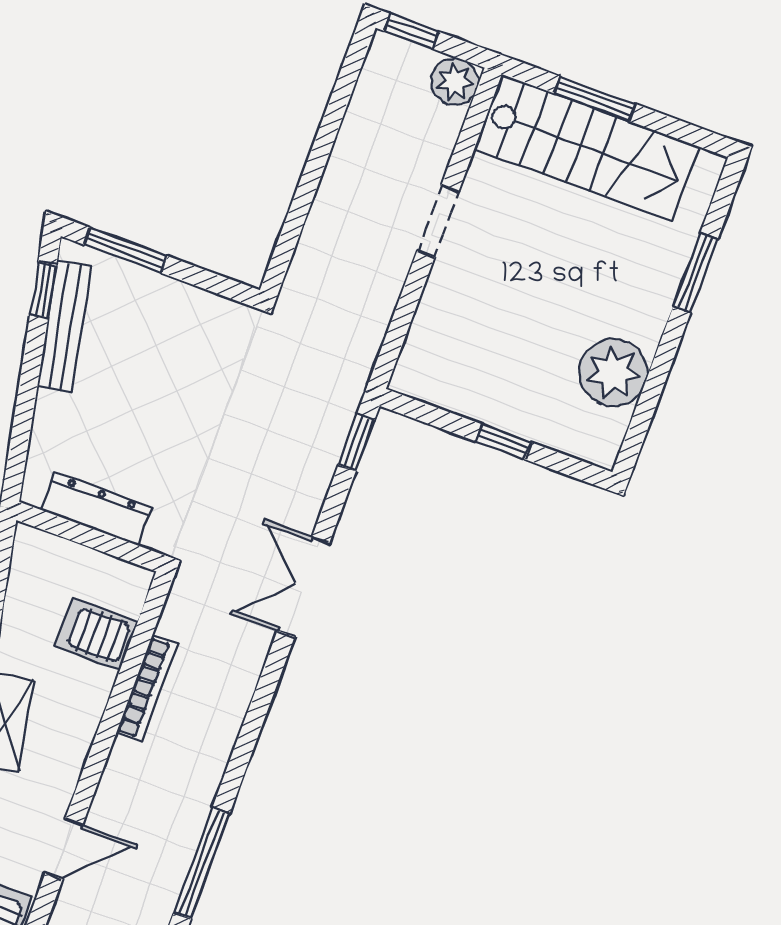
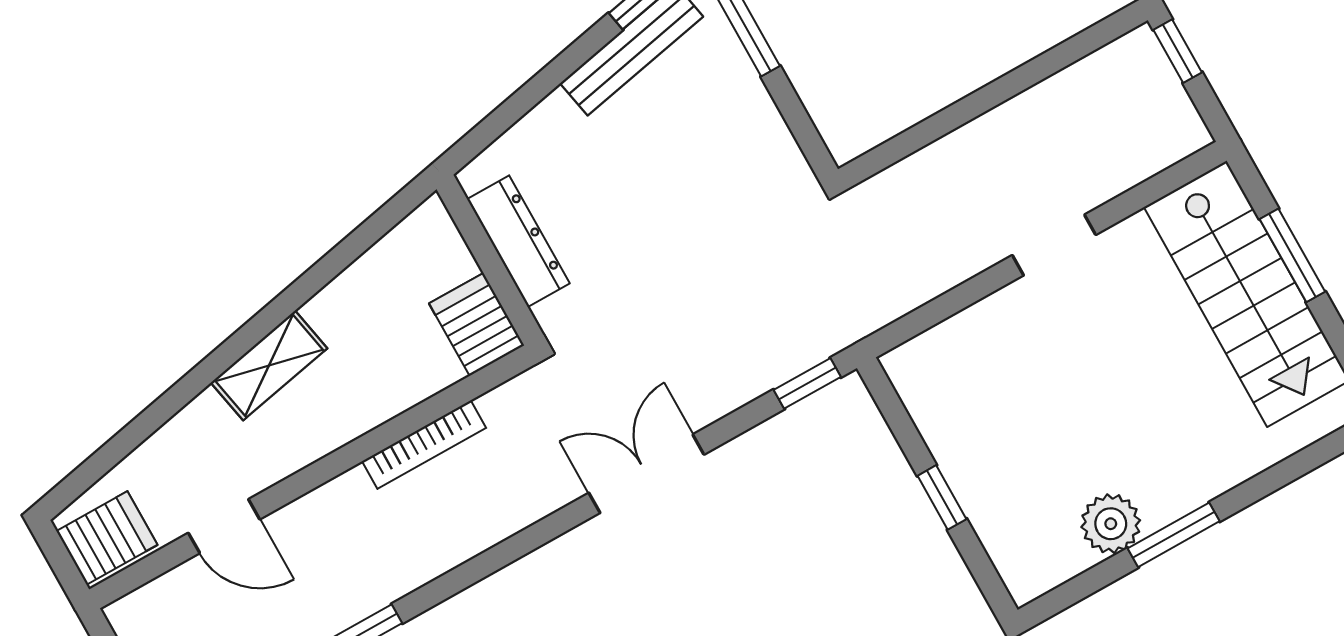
plant: (455, 82) -> (1178, 131), removed
window: (696, 273) -> (1174, 535), moved
plant: (613, 372) -> (1111, 524), width x0.73, depth x0.73
server rack: (96, 634) -> (477, 324), moved

